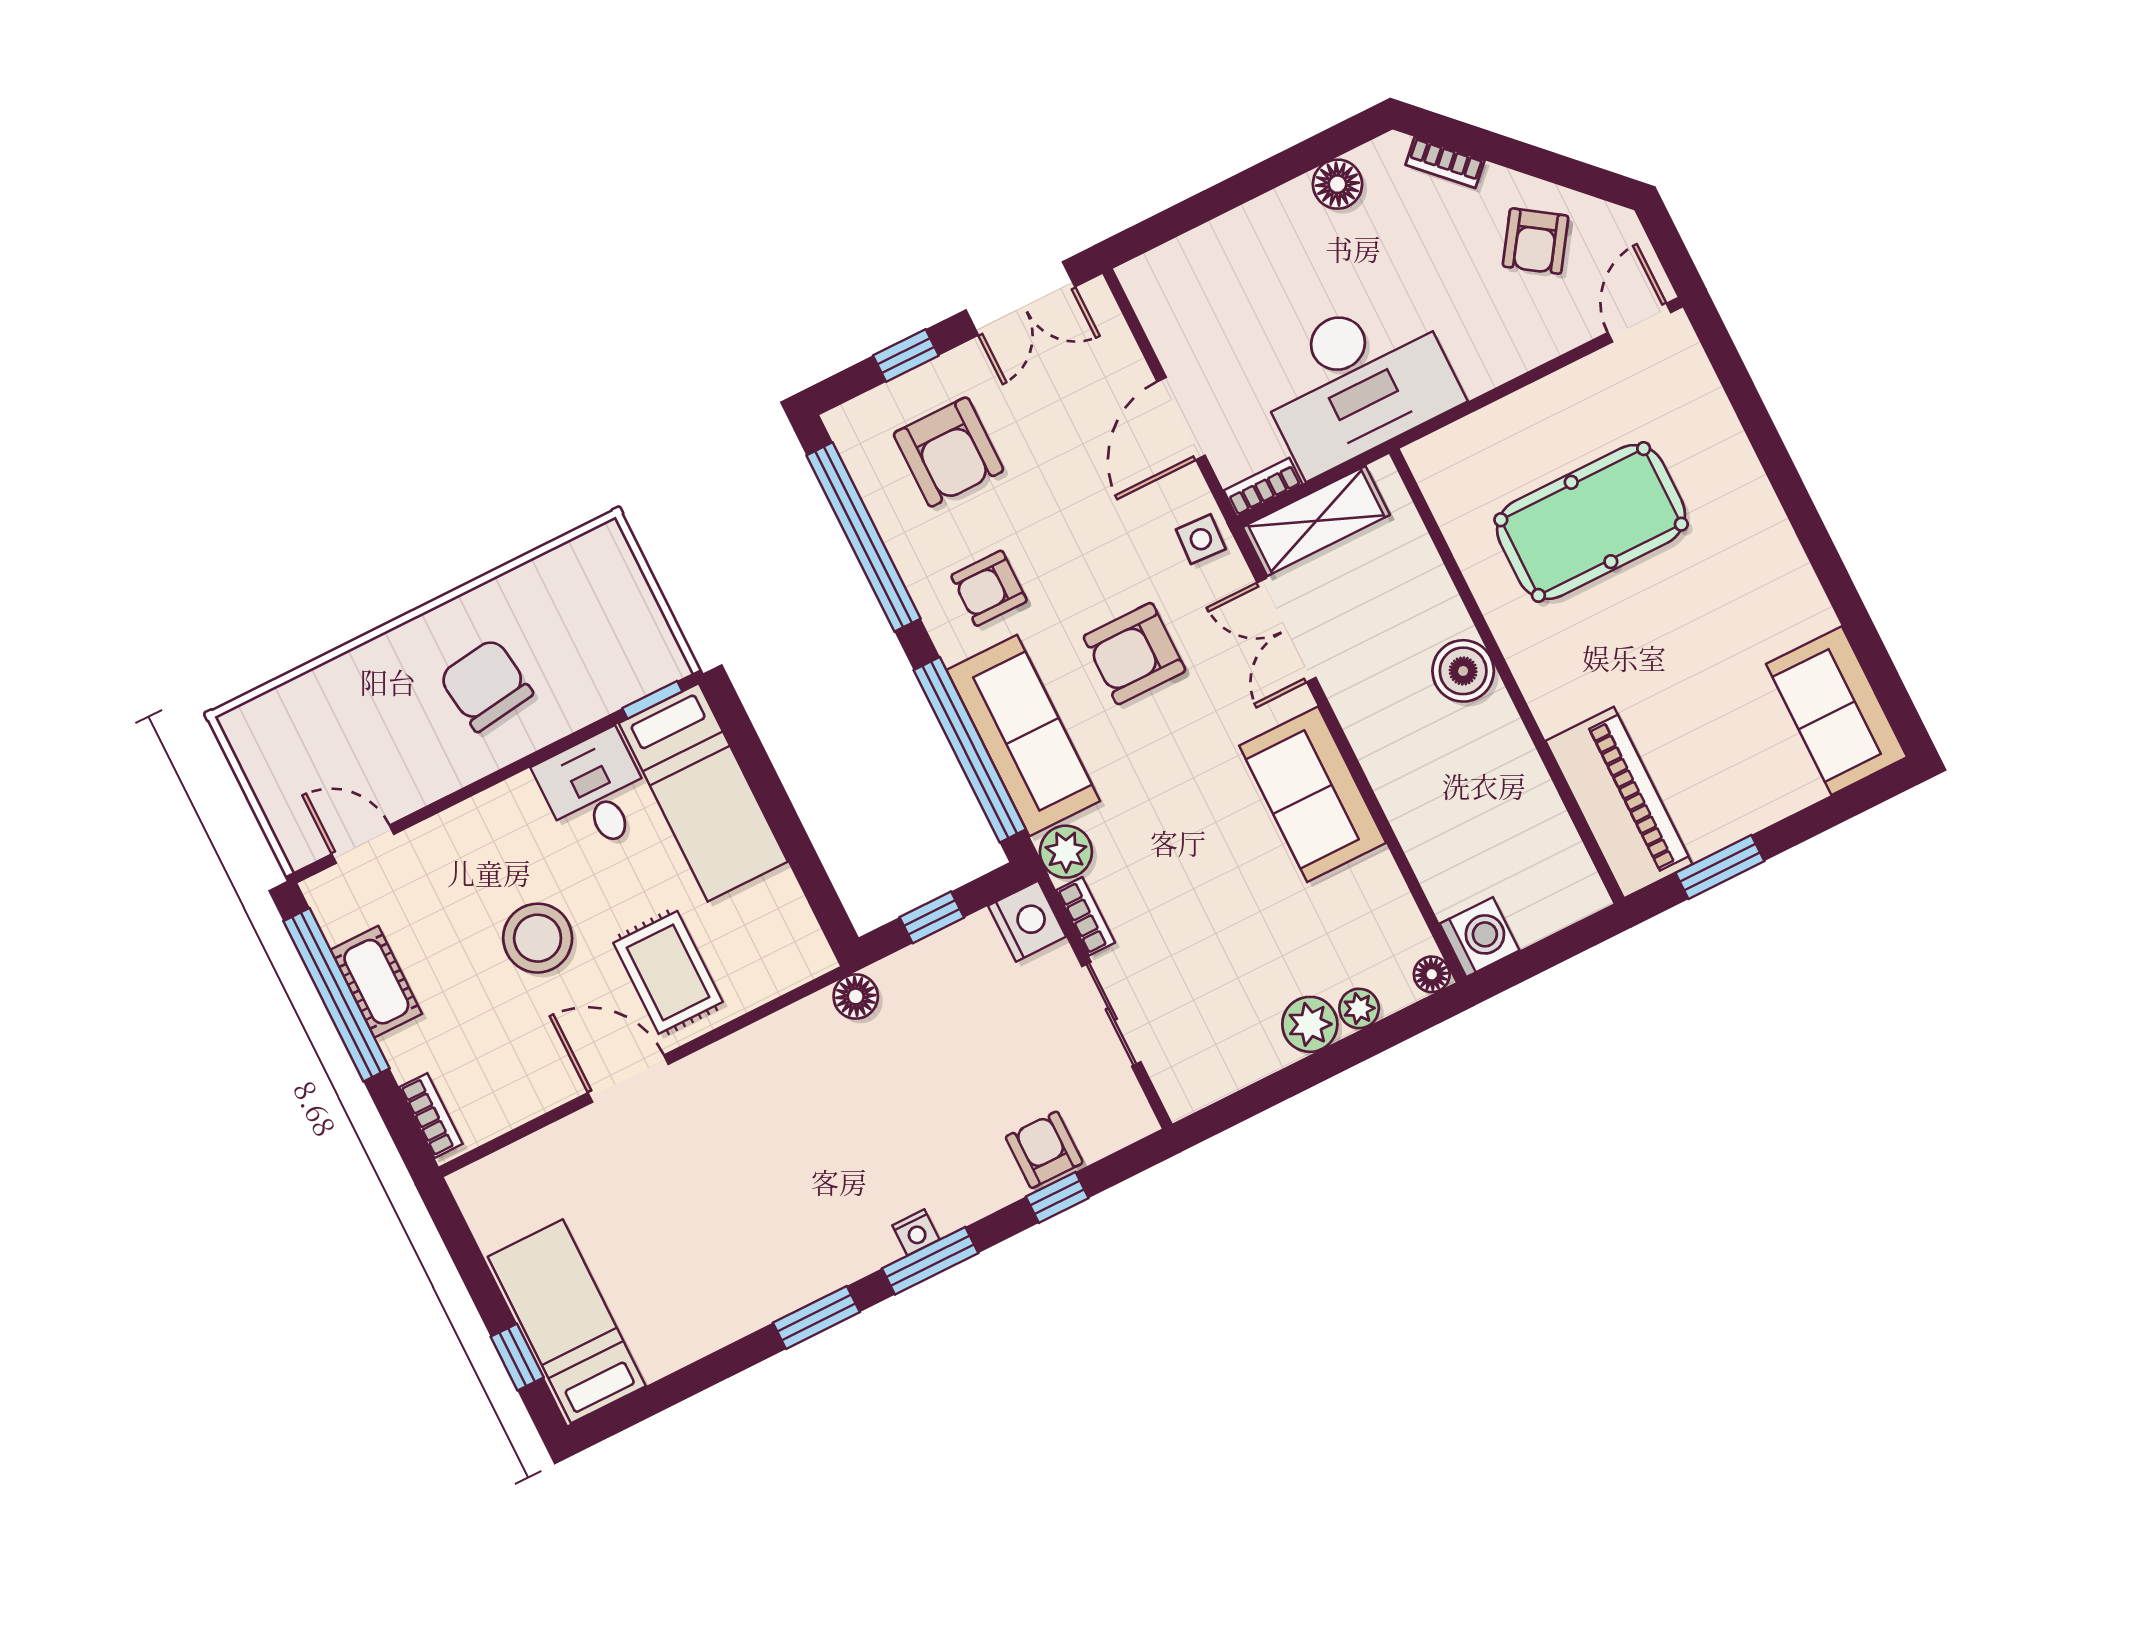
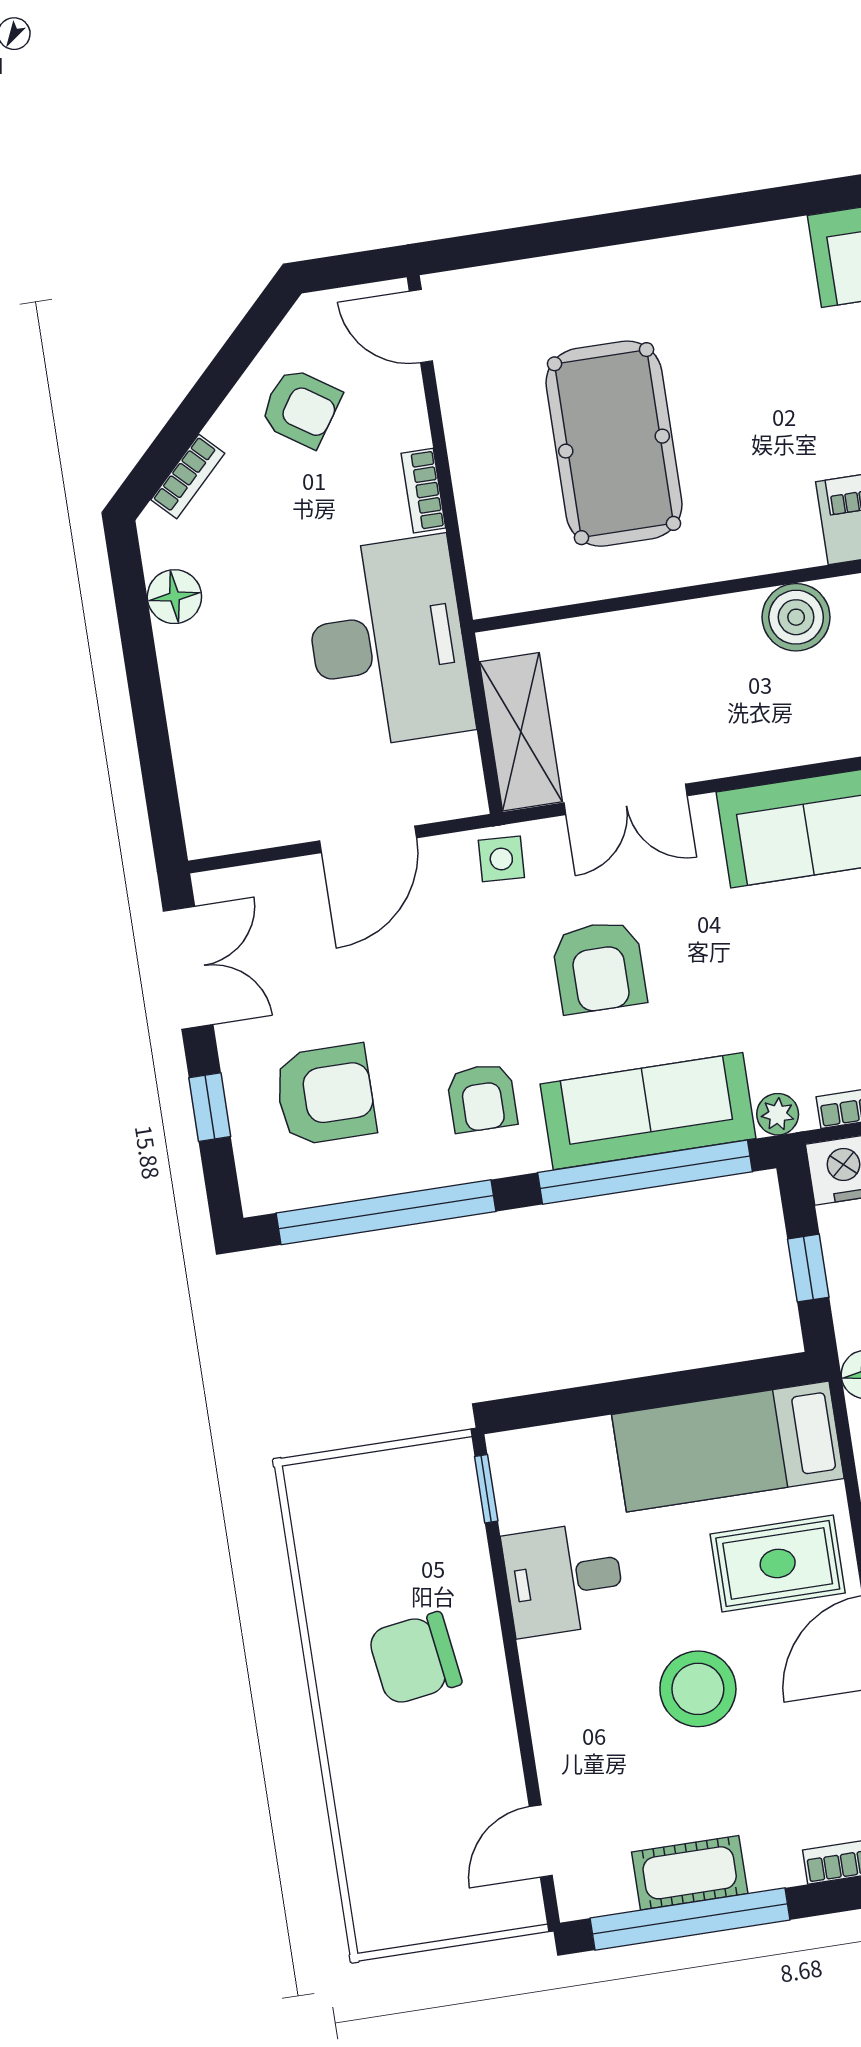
door: (1181, 418) -> (368, 839), hinge flipped
bookcase: (1263, 487) -> (423, 491), moved
boiler: (1463, 671) -> (796, 617), moved
bed: (703, 792) -> (728, 1446), moved, turned 180
plant: (1066, 852) -> (778, 1114), width x0.73, depth x0.73

